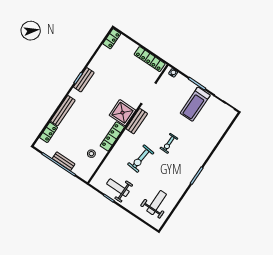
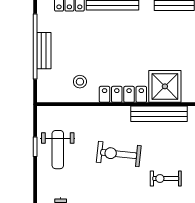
bench: (137, 121) -> (159, 114), width x1.36
weight bench: (118, 188) -> (58, 150), turned 180

